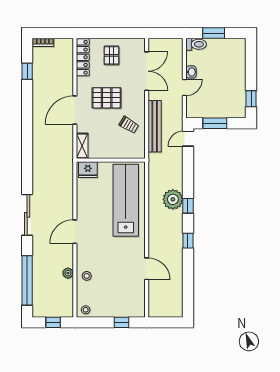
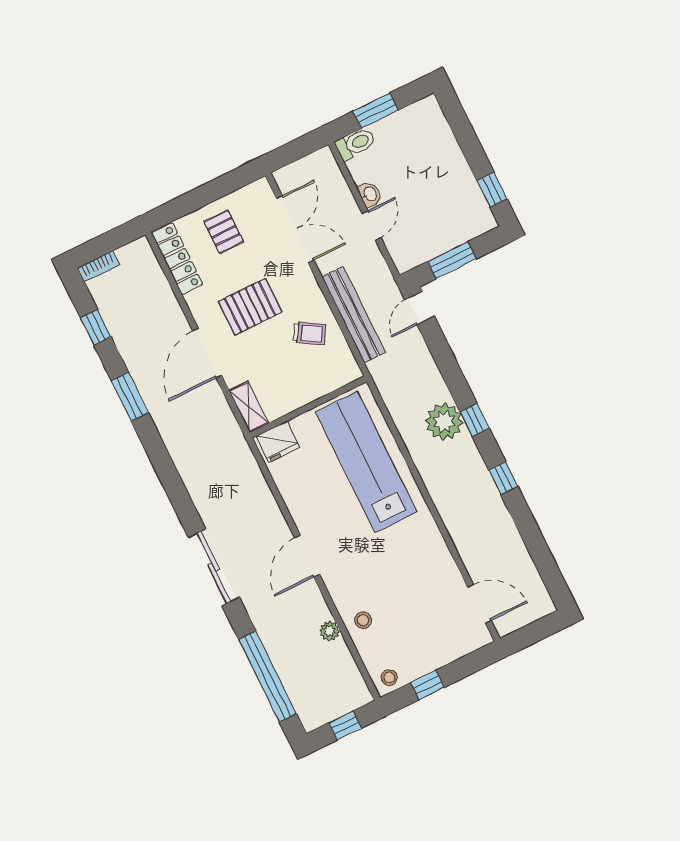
window: (27, 113) -> (130, 397), added
door: (147, 269) -> (479, 604), moved
window: (122, 322) -> (427, 685), moved

